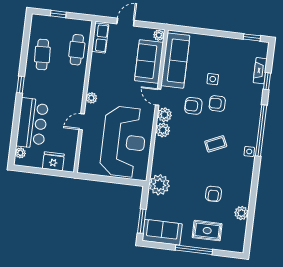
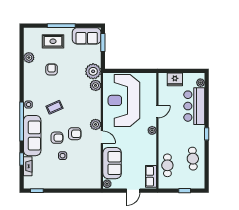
sofa: (175, 61) -> (32, 136), moved, turned 180
plant: (163, 130) -> (96, 85), moved

